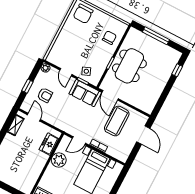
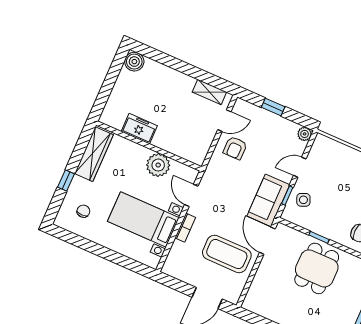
dining table: (129, 66) -> (317, 268), width x0.73
armchair: (45, 95) -> (235, 148), moved
door: (110, 95) -> (267, 241), hinge flipped
freezer: (49, 144) -> (139, 129), moved

